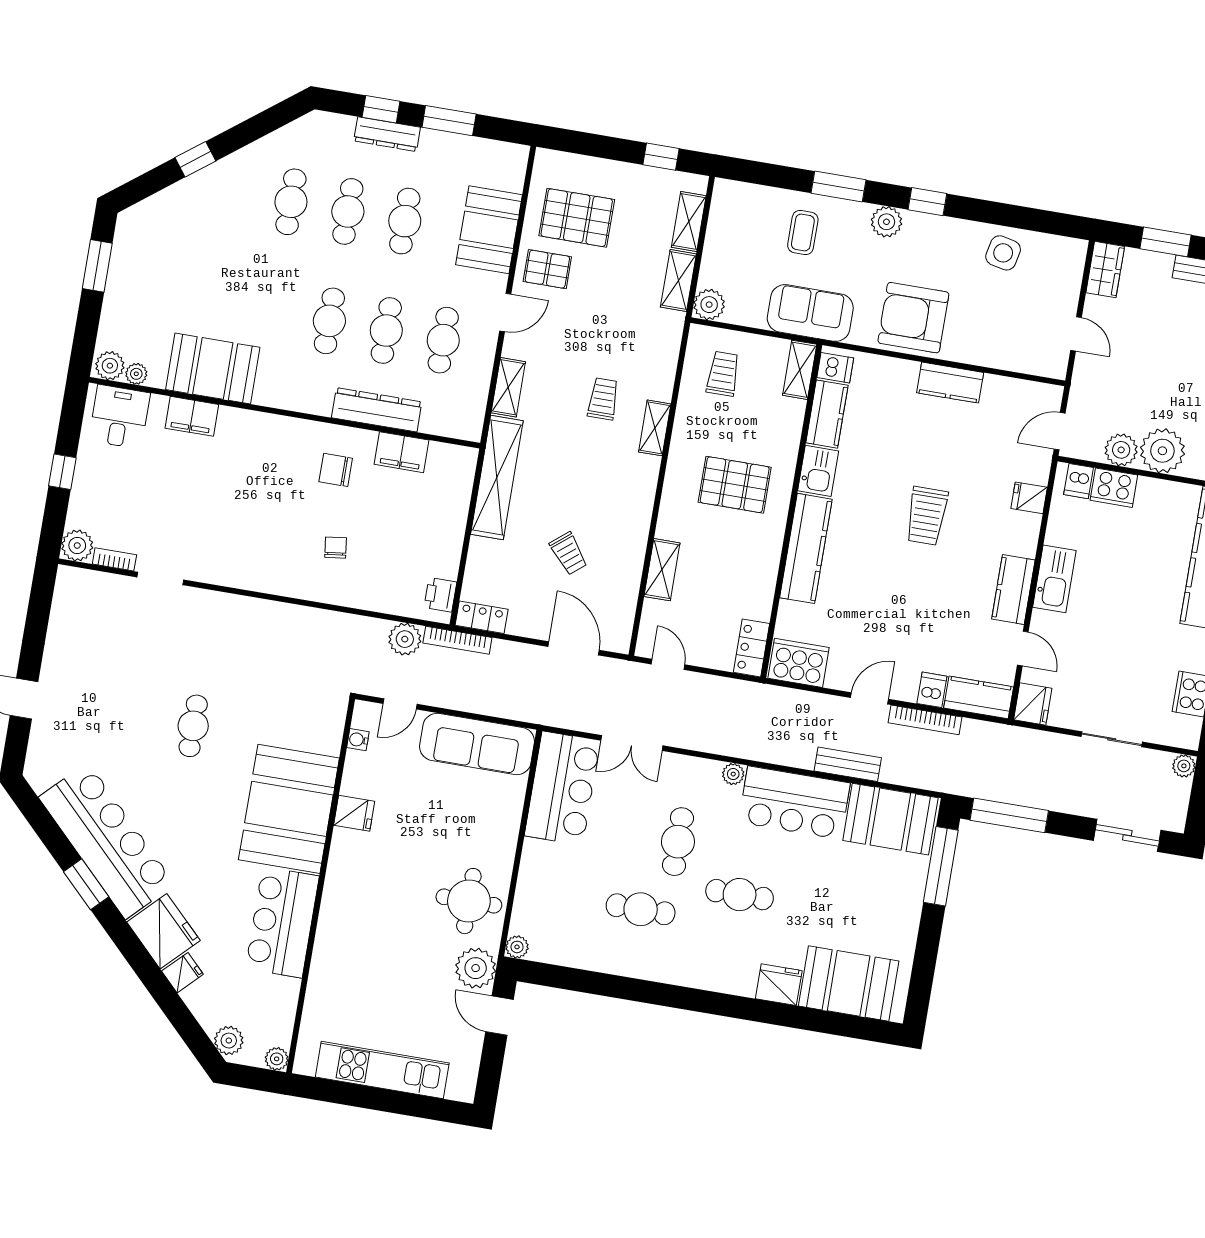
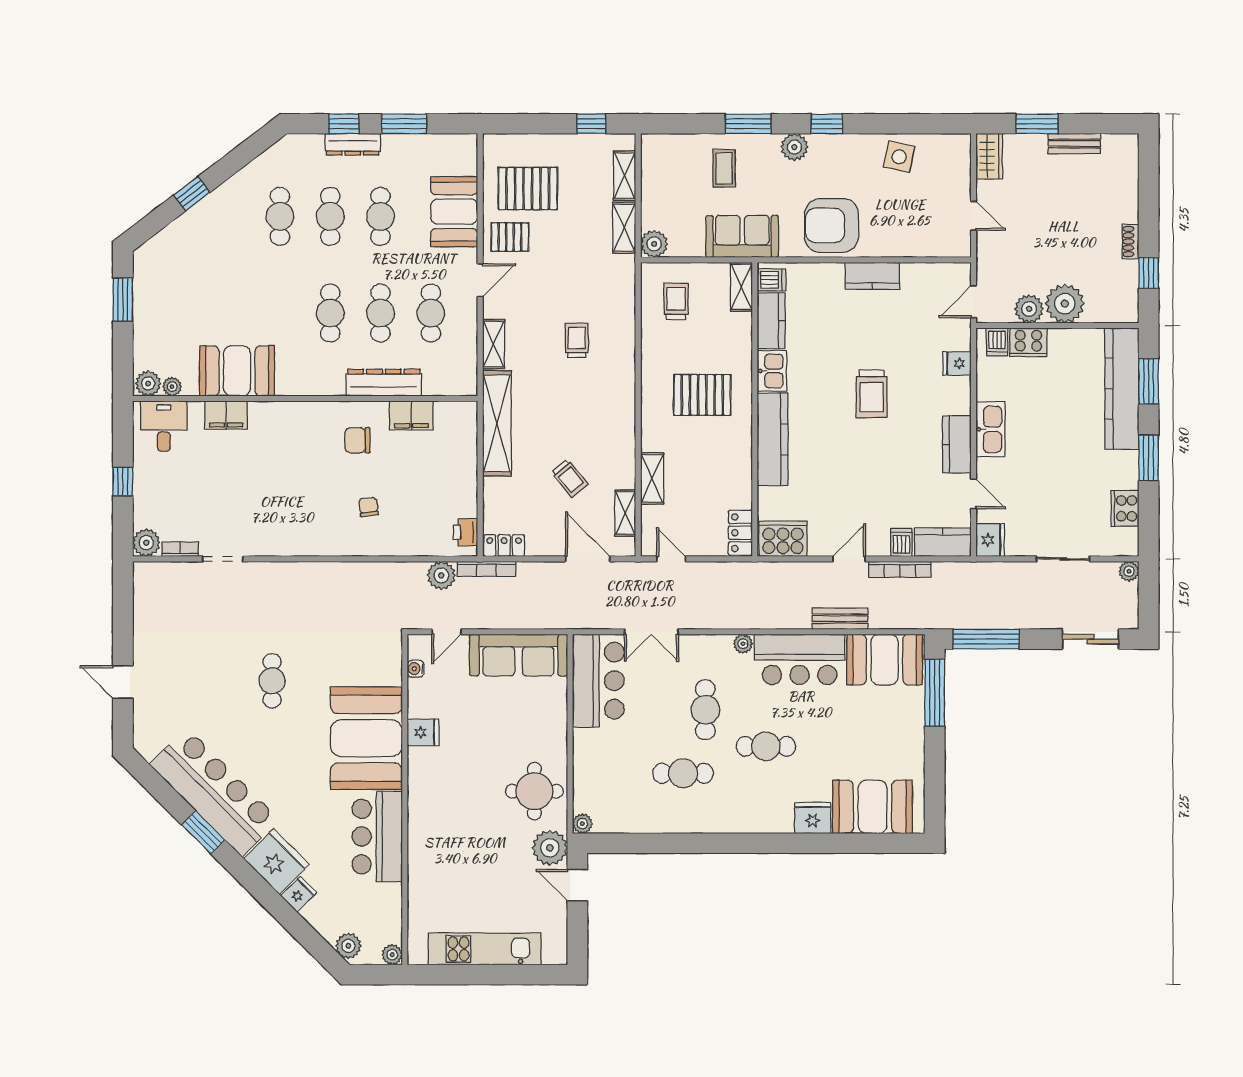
shelving: (655, 428) -> (625, 513), moved

